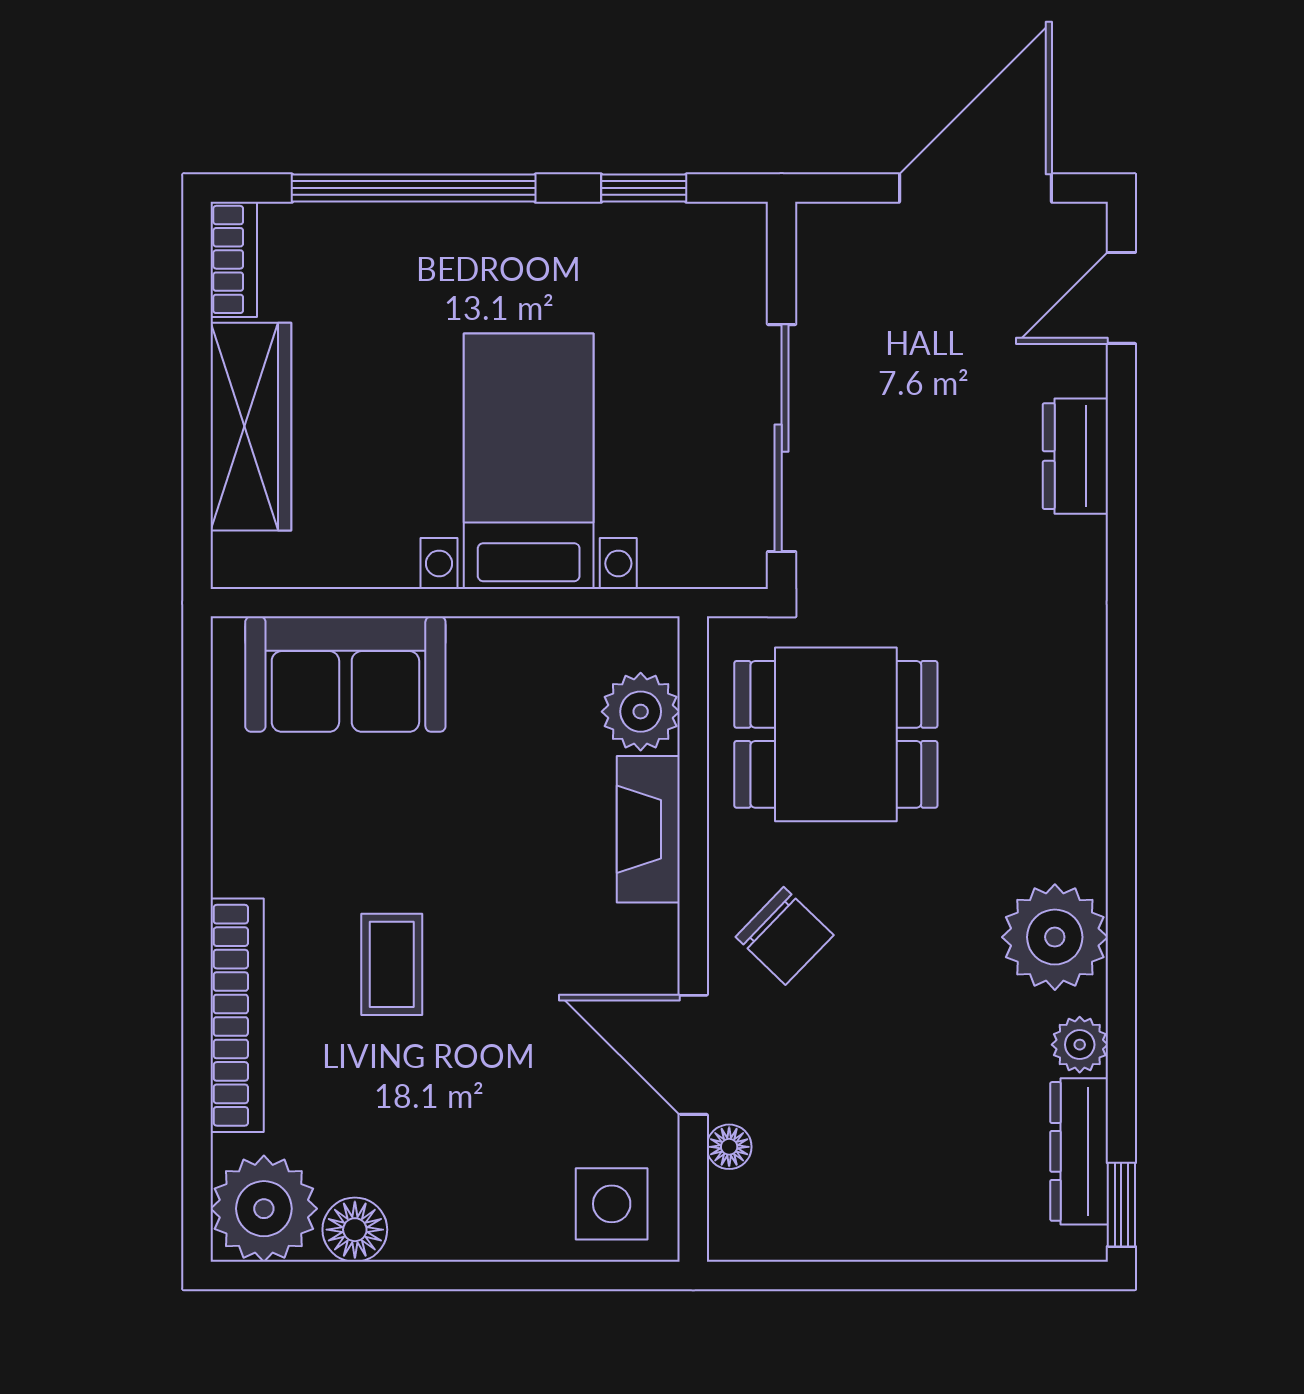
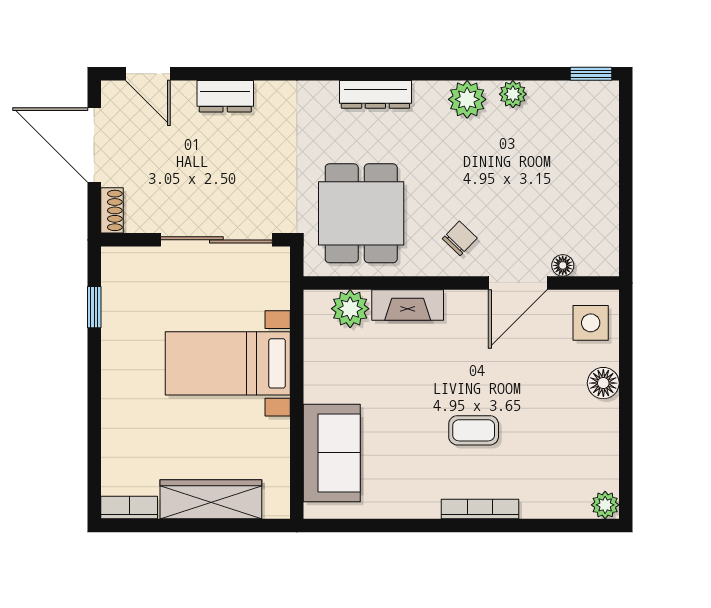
window: (414, 188) -> (94, 420), removed
shoe rack: (842, 224) -> (112, 210), added
chair: (785, 936) -> (460, 238), width x0.73, depth x0.73
plant: (1055, 937) -> (467, 99), width x0.73, depth x0.73
bookcase: (237, 1015) -> (480, 509), width x0.68, depth x0.76
dresser: (1079, 1151) -> (375, 94), moved
plant: (264, 1209) -> (605, 505), width x0.53, depth x0.53
floor lamp: (355, 1230) -> (603, 383), moved

